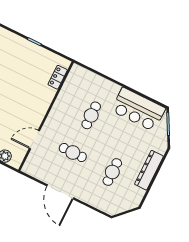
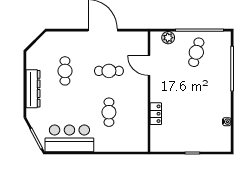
locker: (58, 77) -> (156, 114), moved
door: (34, 140) -> (149, 65), swing flipped

